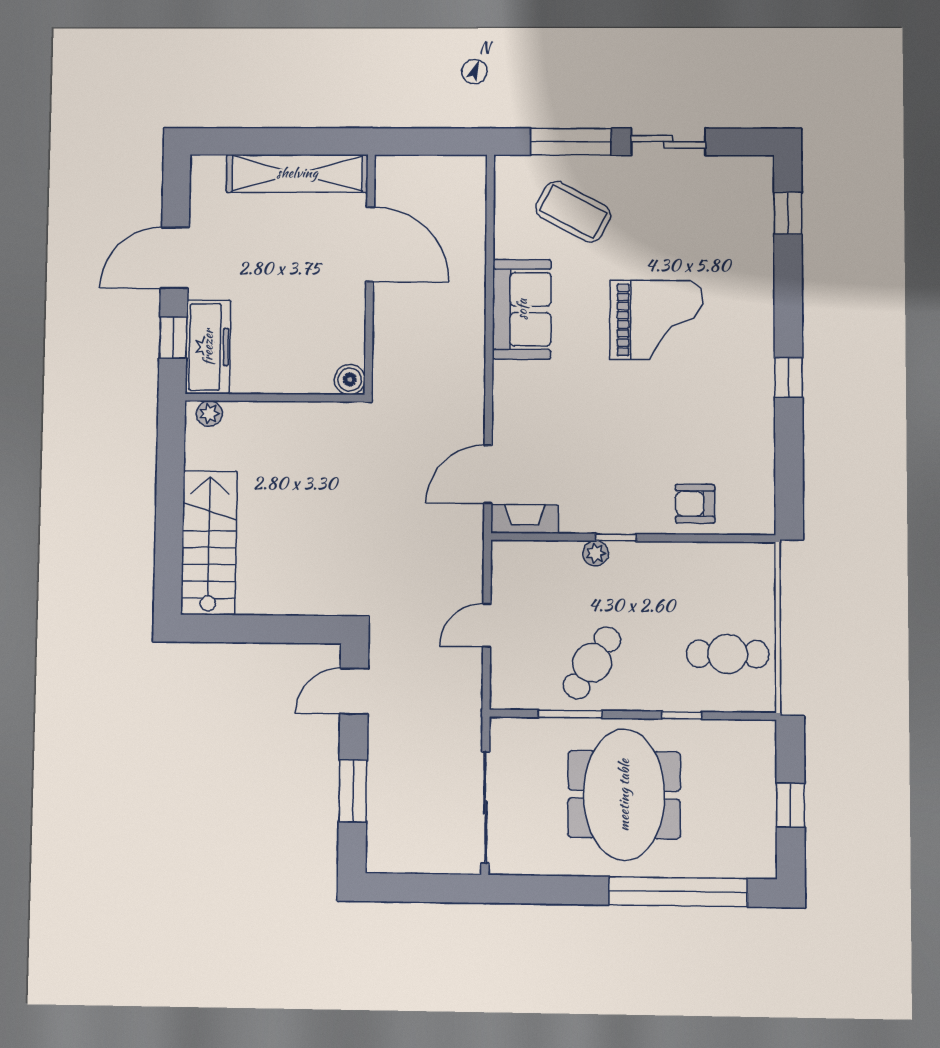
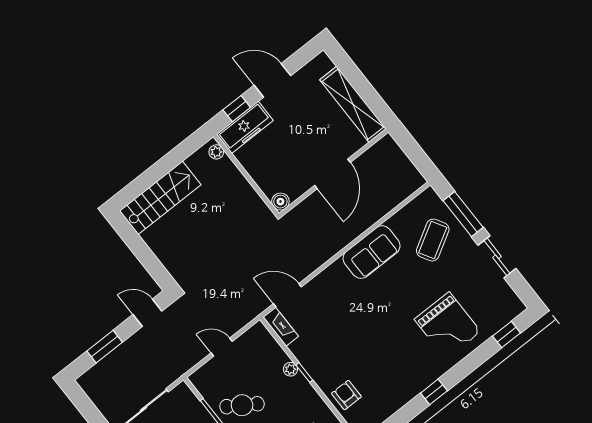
coffee table: (573, 212) -> (433, 240), turned 32
door: (370, 244) -> (332, 174), moved
grand piano: (656, 320) -> (448, 325), moved

